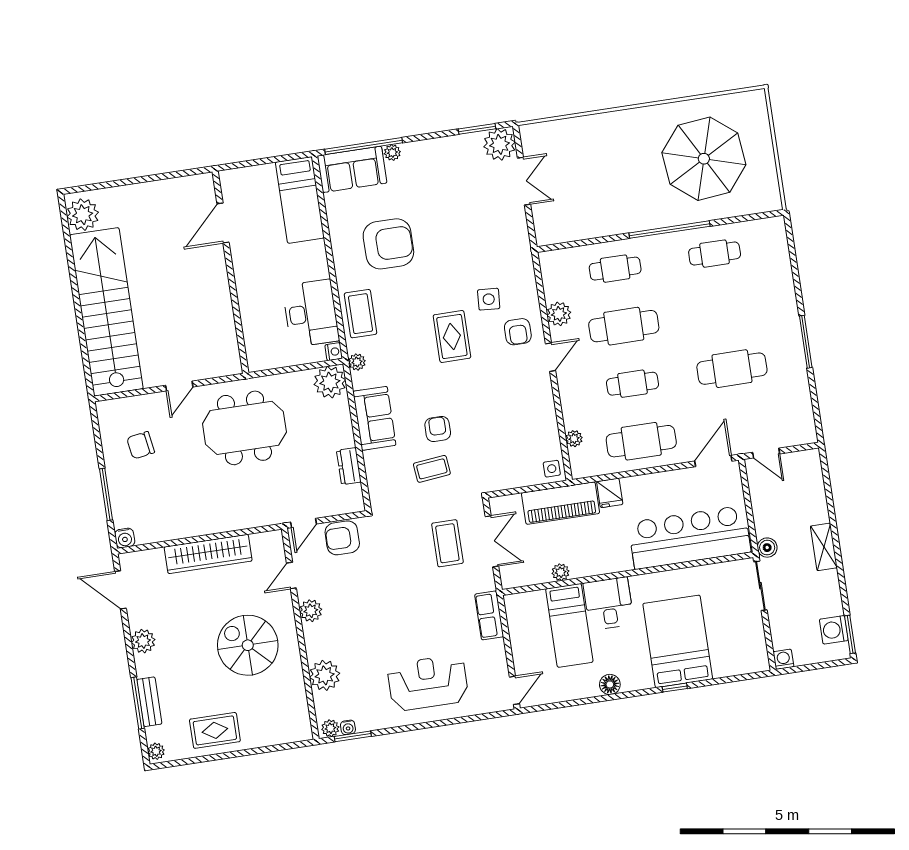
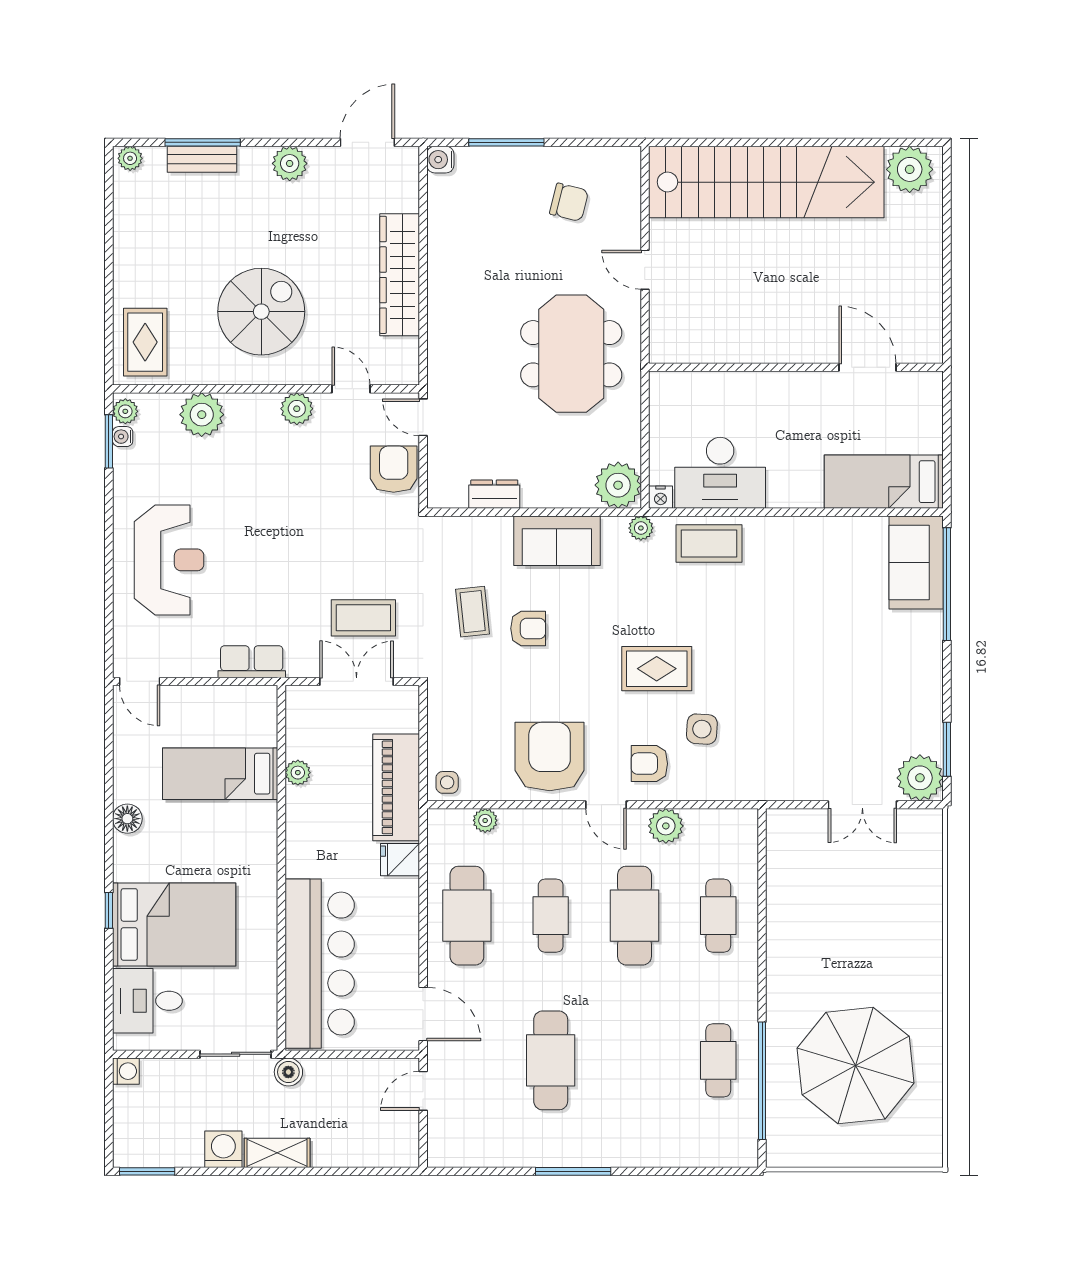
plant: (392, 153) -> (931, 623), removed
window: (670, 230) -> (762, 1081), moved
armchair: (388, 244) -> (550, 757), moved, turned 180
chair: (141, 445) -> (569, 202), turned 113
double door: (492, 541) -> (357, 681), swing flipped
desk: (609, 603) -> (147, 1001), moved, turned 180
washing machine: (834, 630) -> (223, 1149), moved
rug: (215, 730) -> (145, 342), moved

